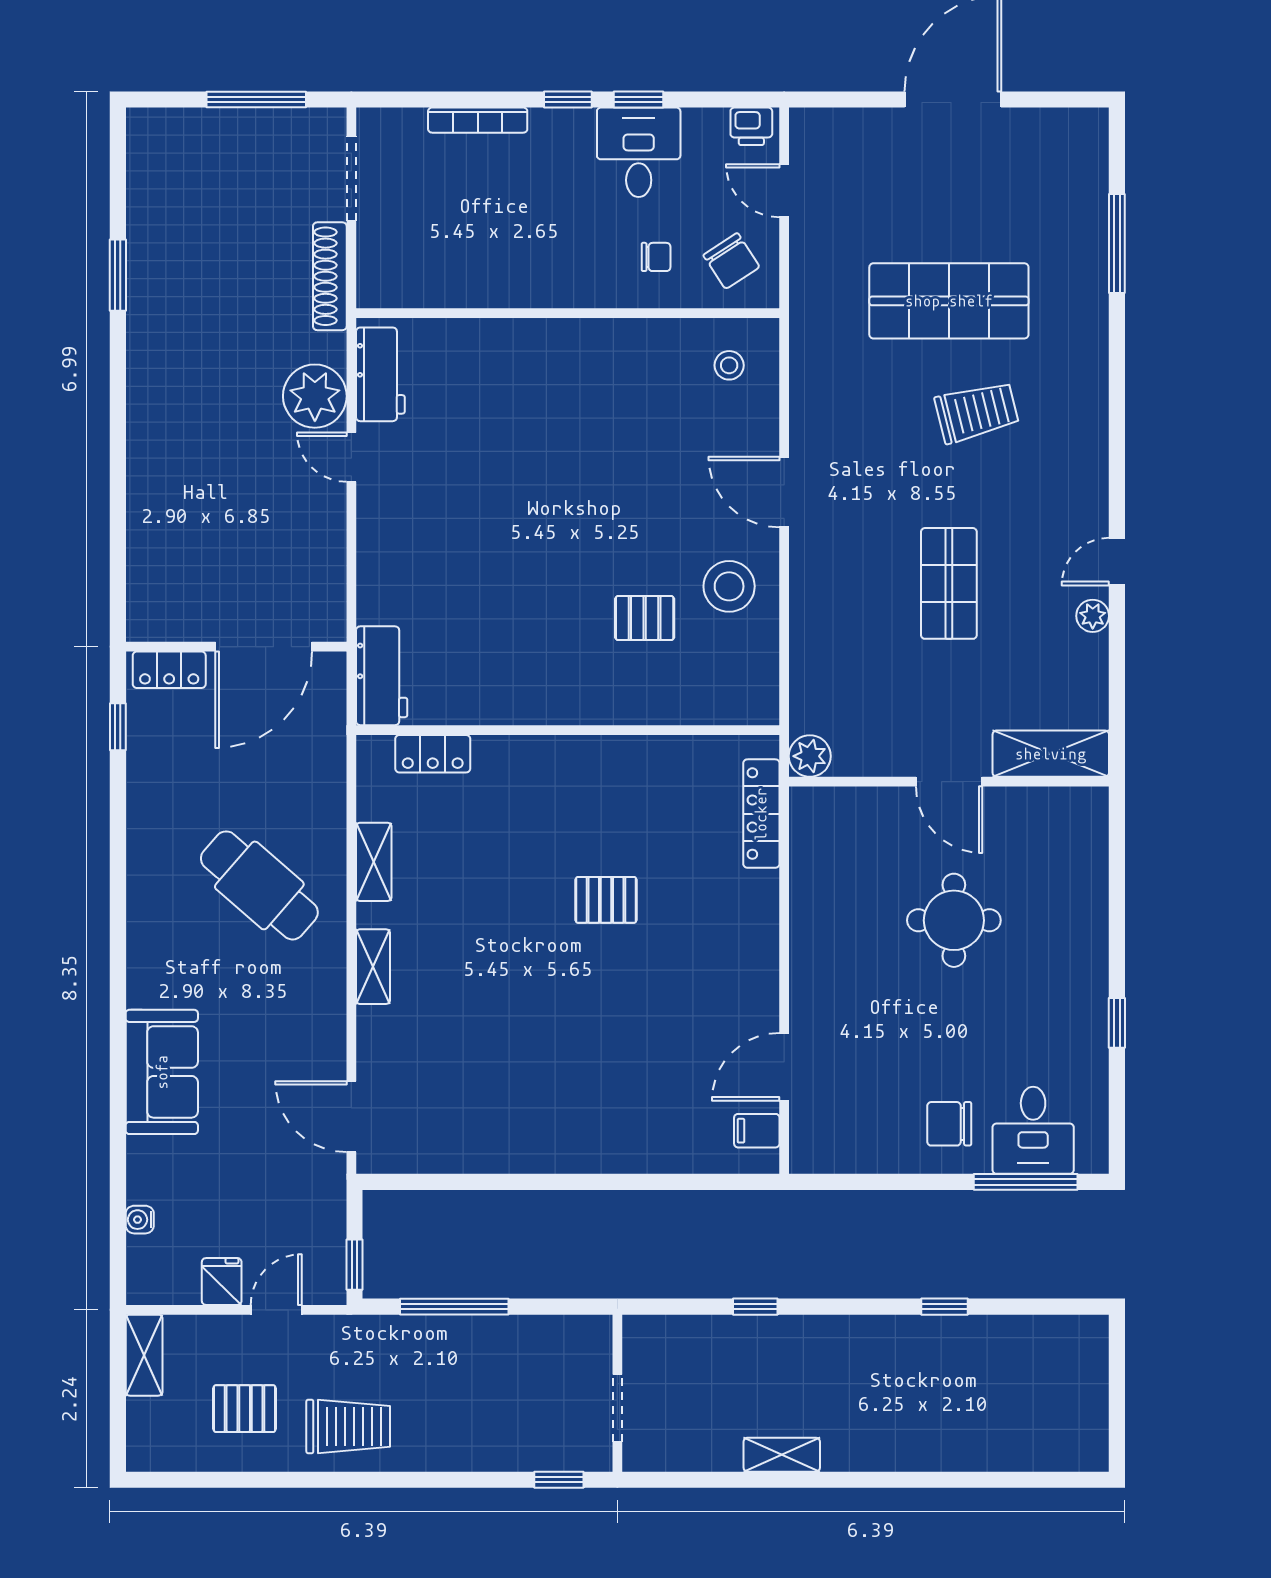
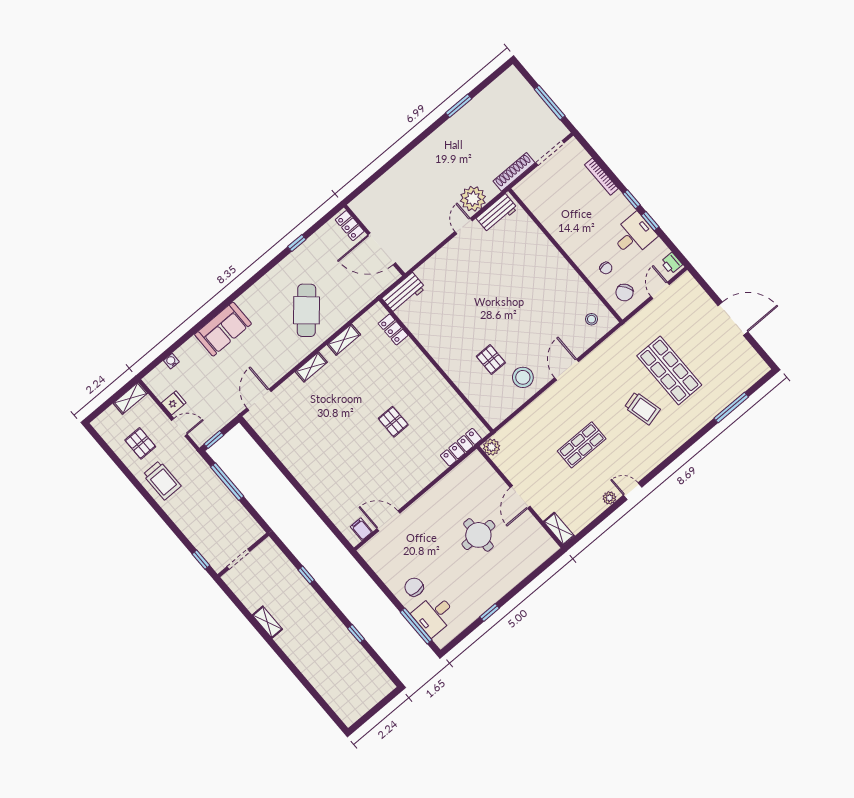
window: (118, 727) -> (297, 243), moved
shelving: (1051, 754) -> (559, 529), width x0.67, depth x0.75

